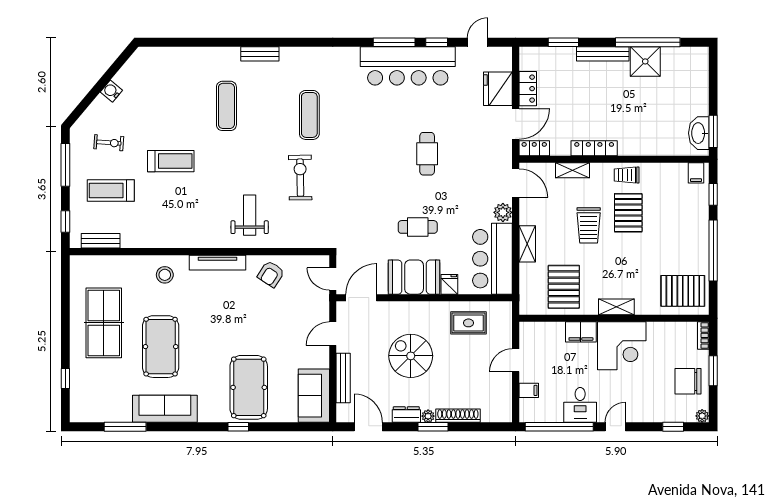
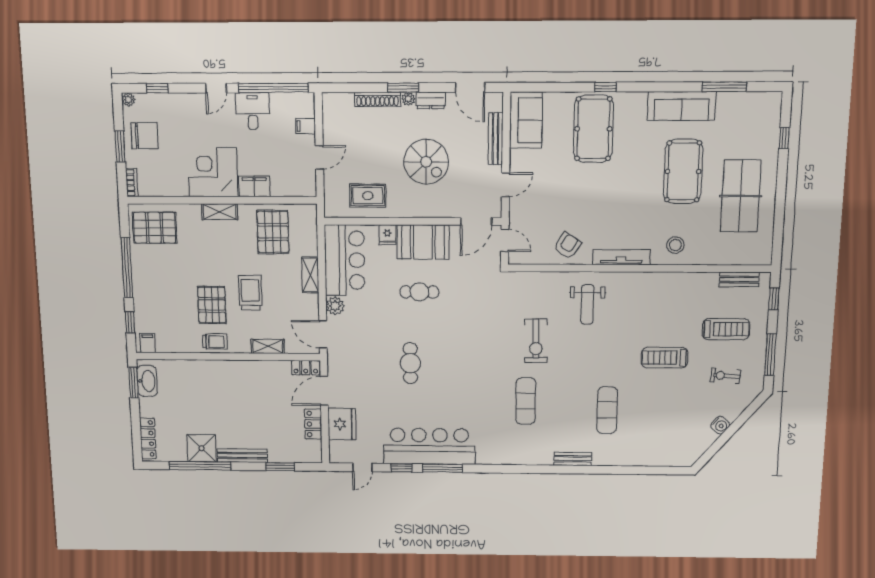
locker: (594, 148) -> (148, 438), moved, turned -90

